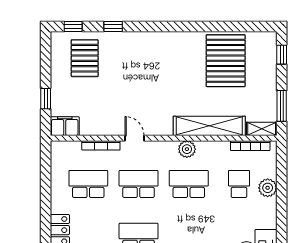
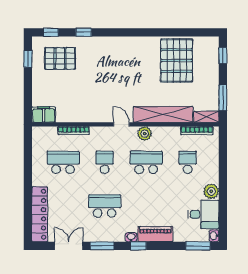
pallet: (85, 58) -> (60, 58), turned 90
window: (46, 99) -> (28, 59), moved
door: (135, 138) -> (121, 124), moved
school desk: (139, 184) -> (105, 162), width x0.54
plant: (268, 188) -> (211, 191), moved

